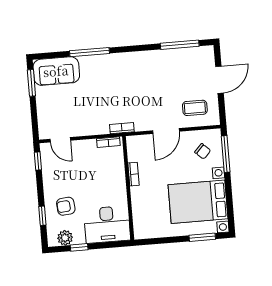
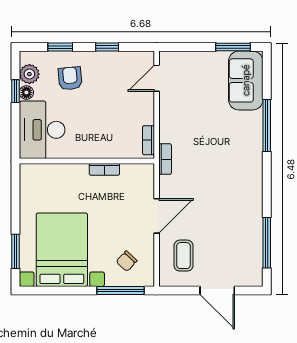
door: (166, 131) -> (157, 216), swing flipped
window: (38, 161) -> (107, 47), moved
floor lamp: (79, 239) -> (26, 92), added

